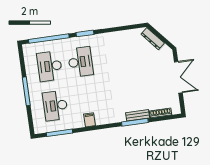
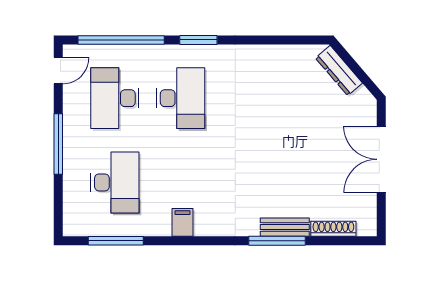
door: (21, 57) -> (58, 71), added
double door: (178, 77) -> (381, 159), swing flipped
desk: (55, 106) -> (115, 182), turned 180

